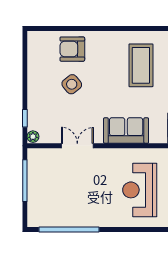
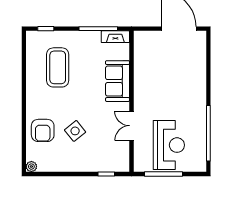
coffee table: (141, 65) -> (58, 67), turned 90
plant: (33, 137) -> (31, 167), moved
reception desk: (140, 190) -> (169, 145), moved, turned -90

